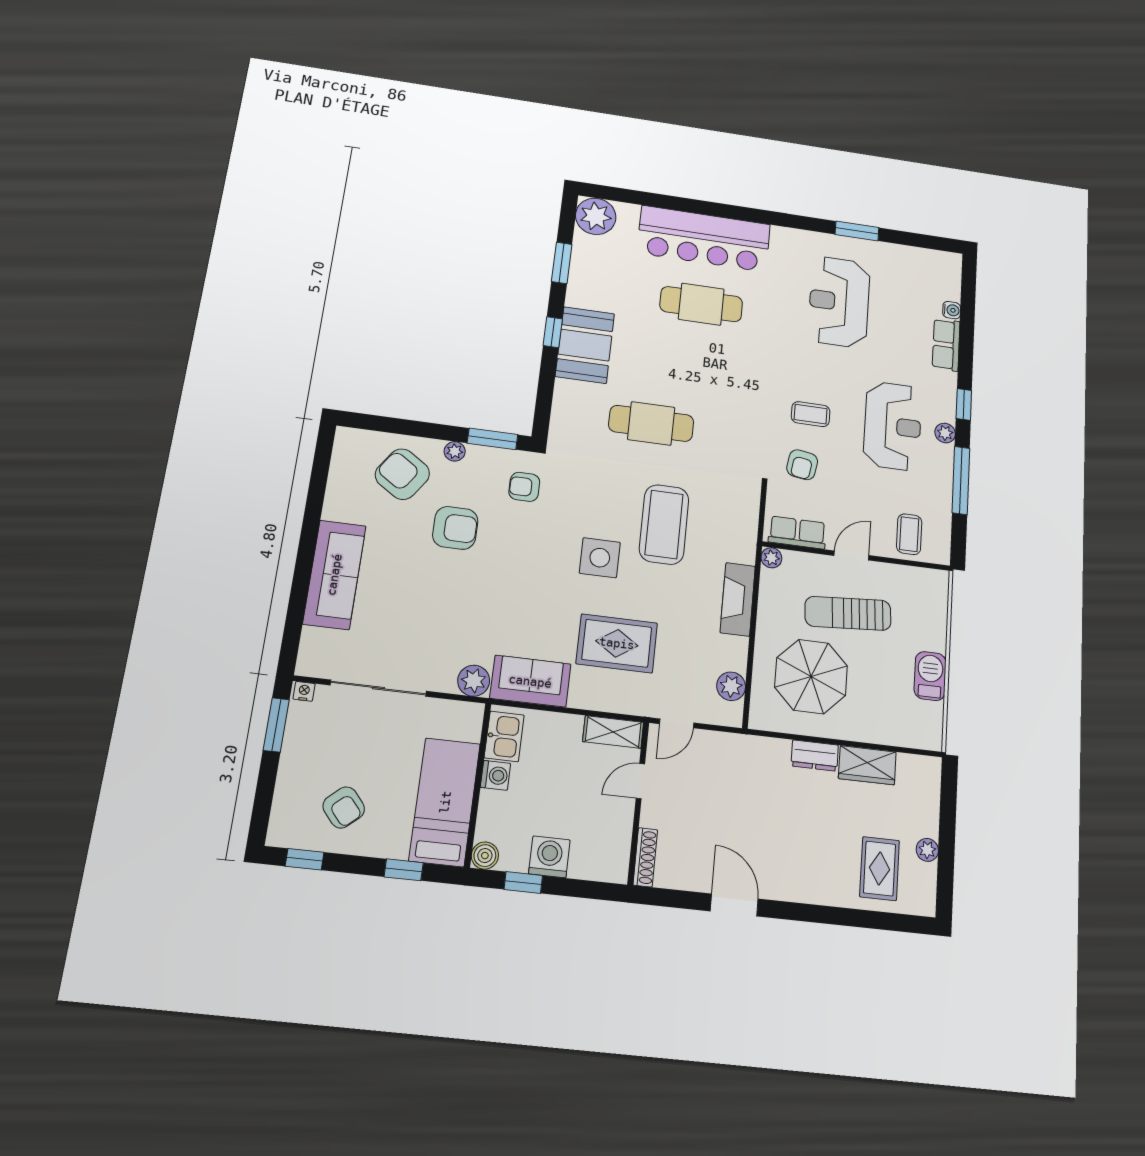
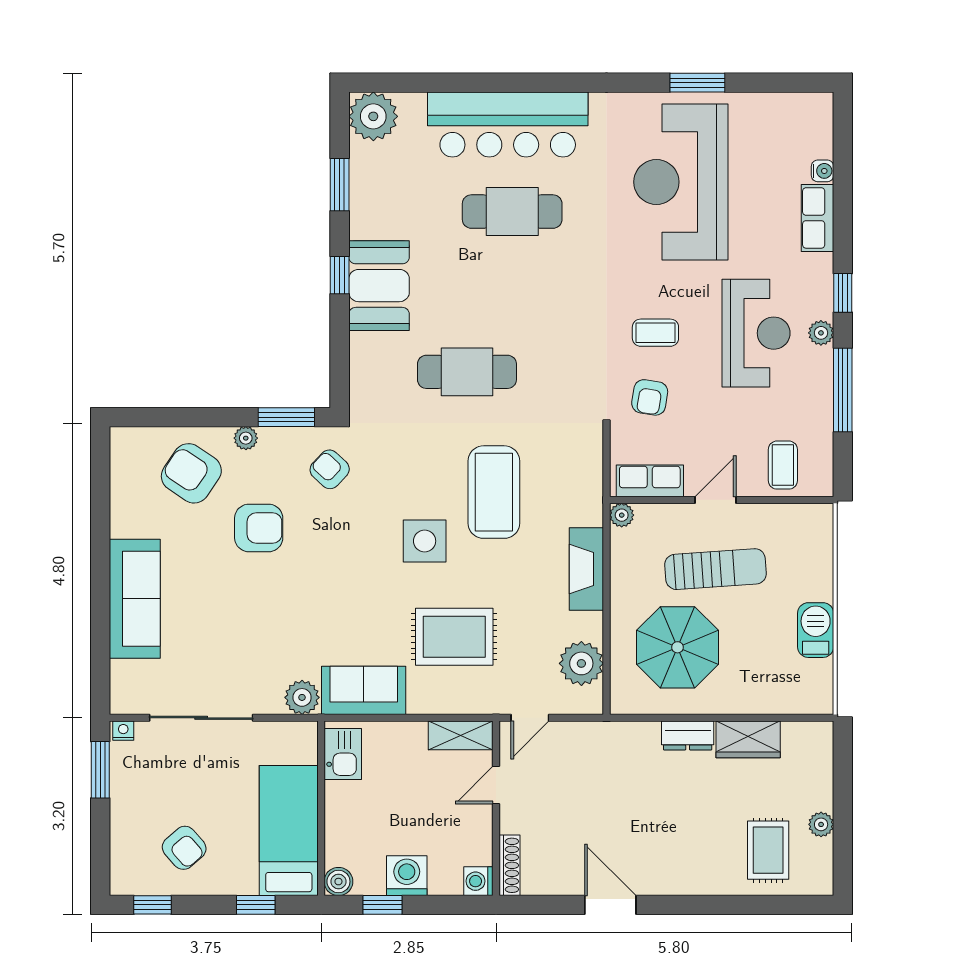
reception desk: (839, 302) -> (681, 182), width x1.36, depth x1.30
armchair: (524, 487) -> (330, 469), turned 43
sun lounger: (848, 613) -> (716, 569), turned 180
plant: (731, 686) -> (581, 663), width x1.36, depth x1.36
washing machine: (495, 775) -> (478, 881), moved, turned 180

